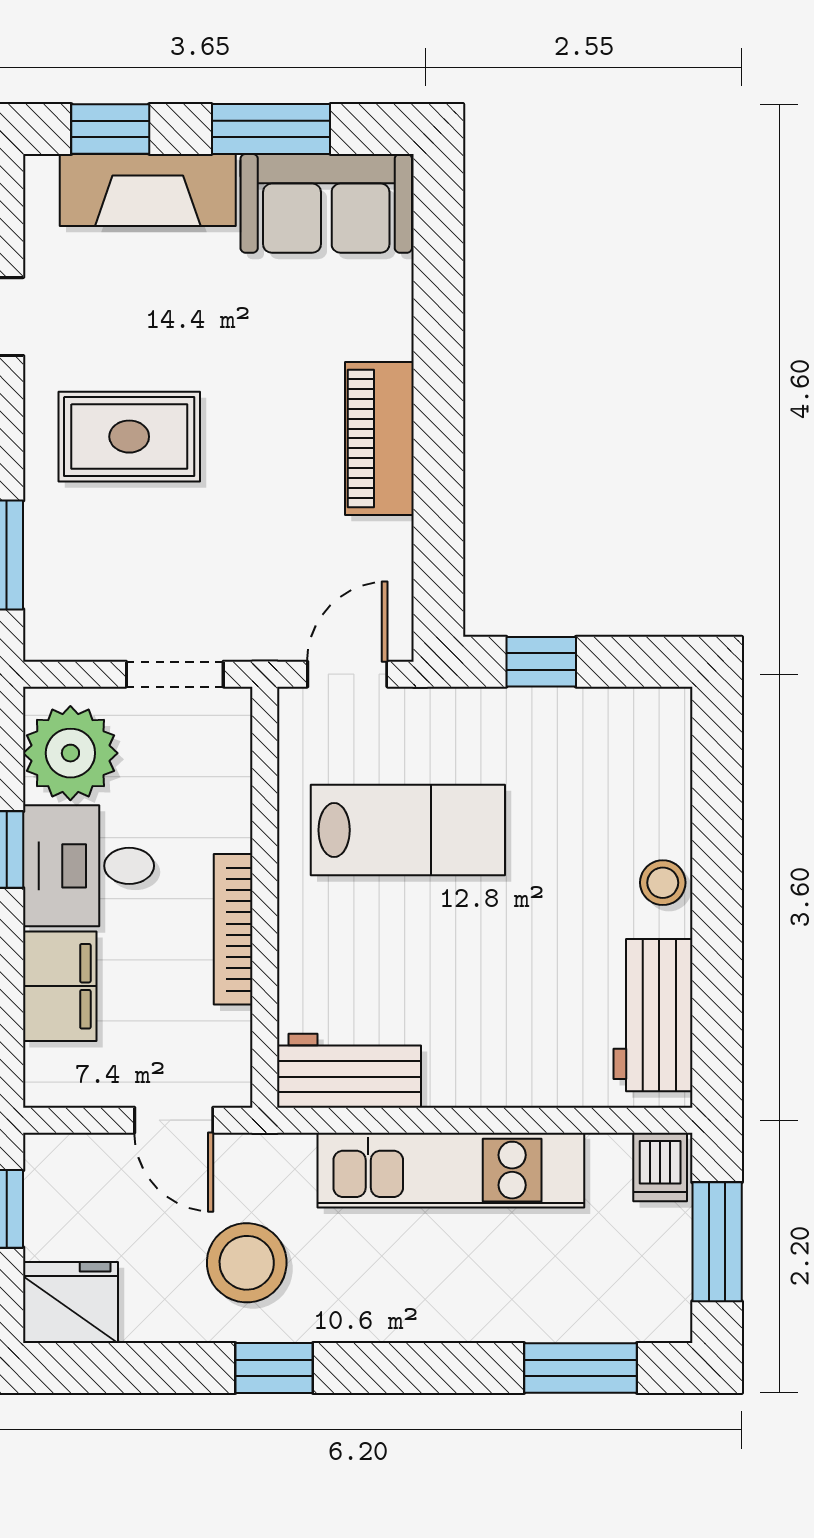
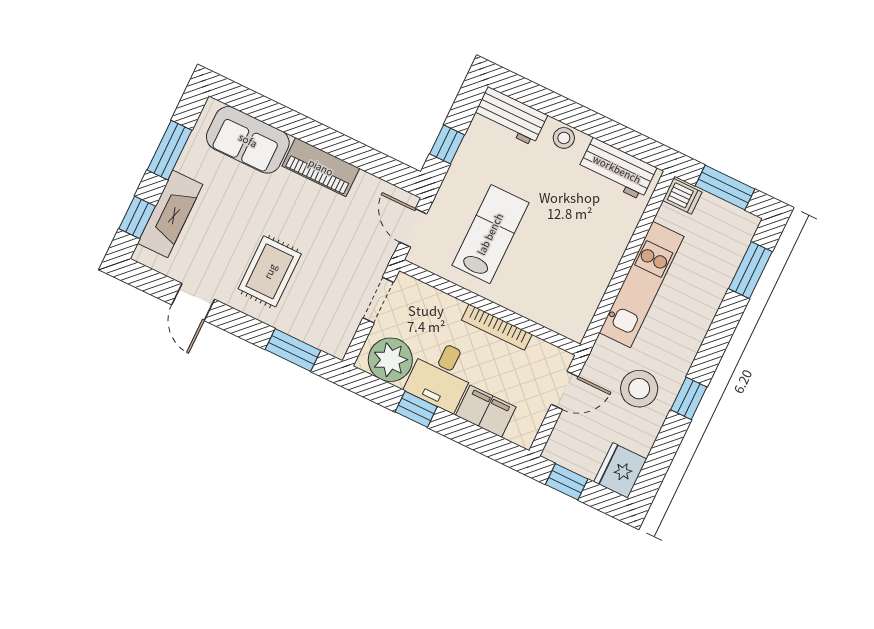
sofa: (326, 203) -> (248, 140), moved, turned 90
workbench: (349, 1071) -> (510, 116), moved, turned -90

